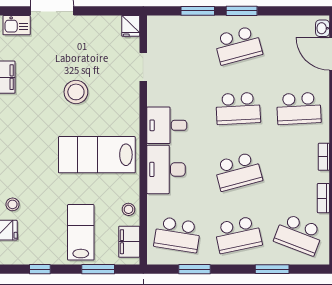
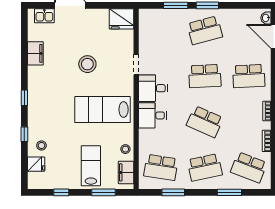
fridge: (131, 26) -> (121, 19), width x1.88, depth x1.34
doorway: (143, 67) -> (136, 65), moved
desk: (166, 169) -> (153, 115), width x0.73
school desk: (238, 172) -> (205, 122), turned 39

